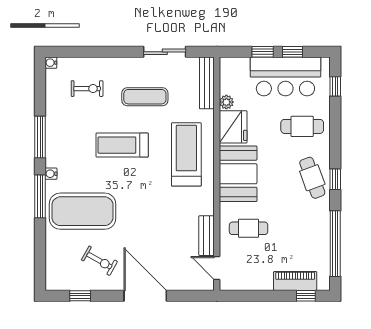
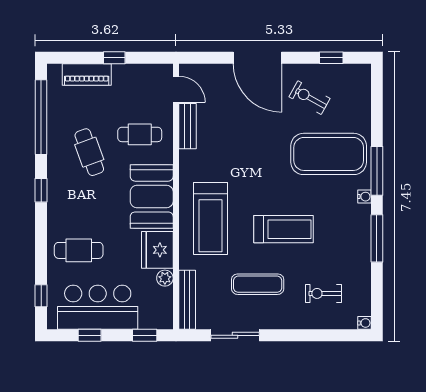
window: (263, 52) -> (145, 335), moved
cafe table: (312, 178) -> (89, 152), moved
window: (306, 296) -> (114, 58), moved

